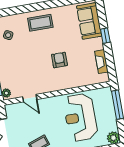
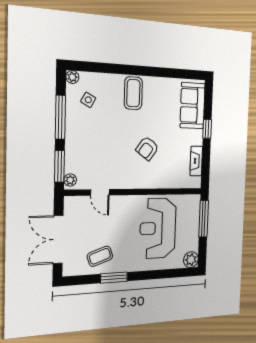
coffee table: (40, 23) -> (133, 93), turned 90
armchair: (59, 60) -> (147, 148), turned -143

